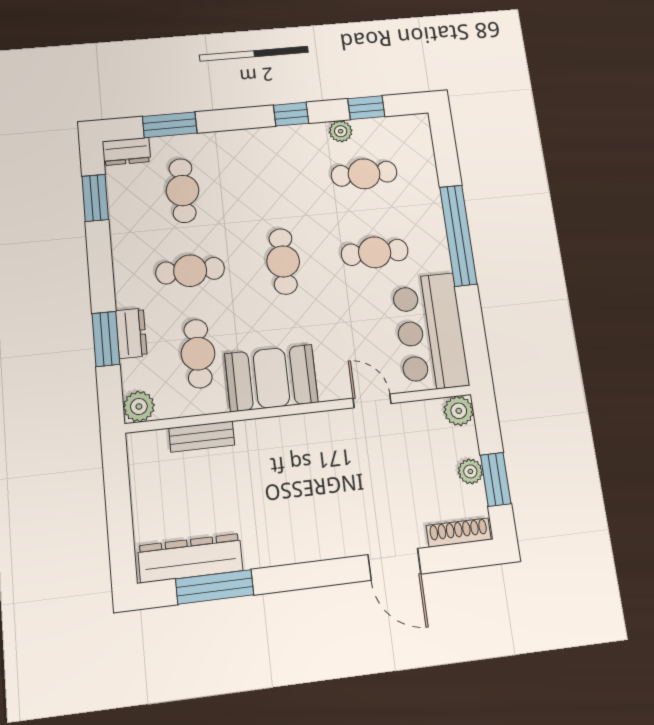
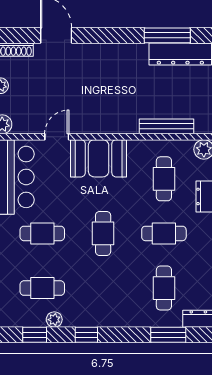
booth: (271, 378) -> (99, 158), moved
door: (372, 401) -> (57, 137), swing flipped
bench: (202, 437) -> (166, 126), width x1.36

